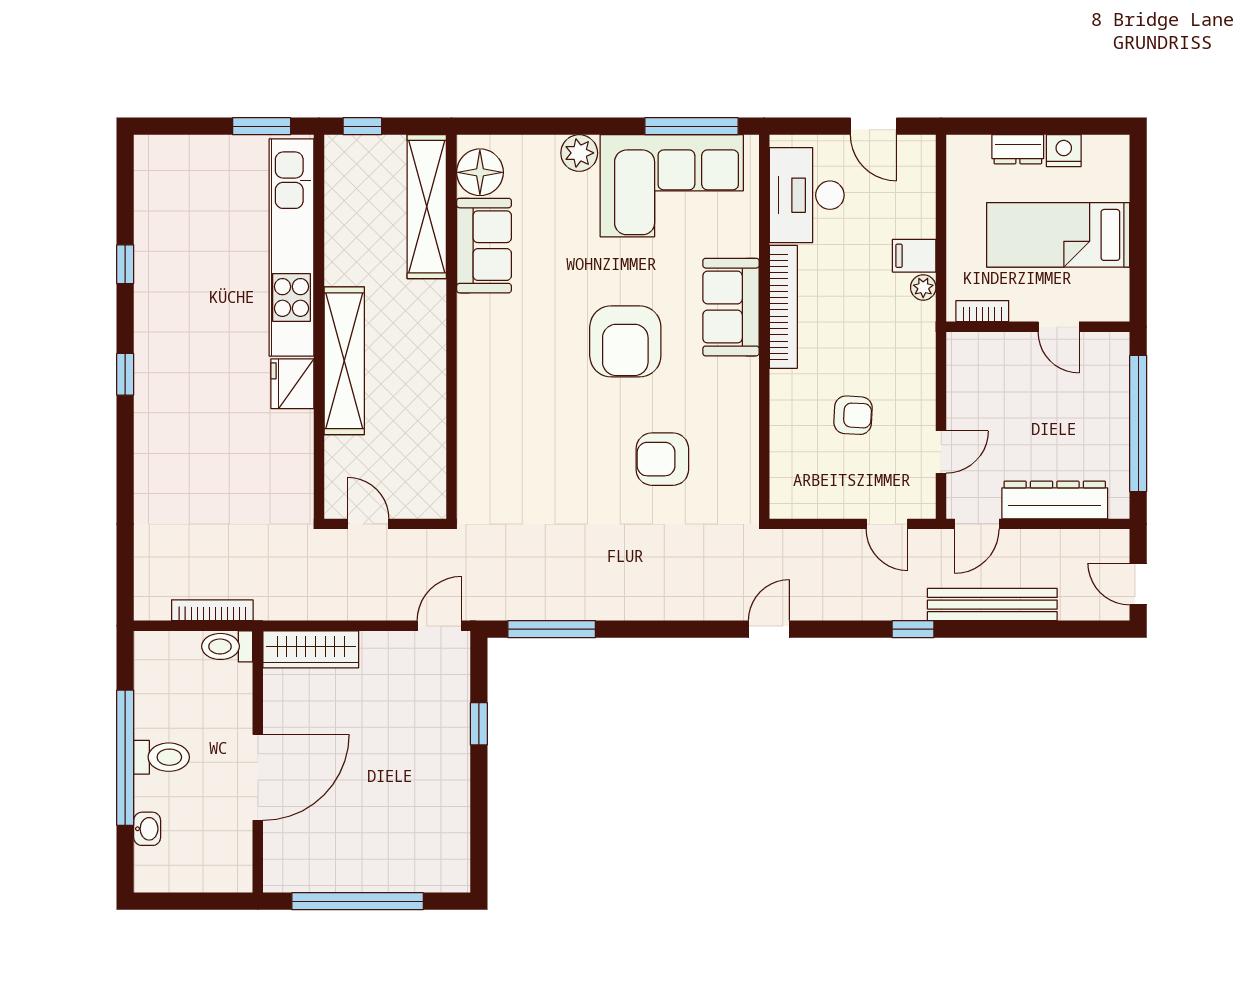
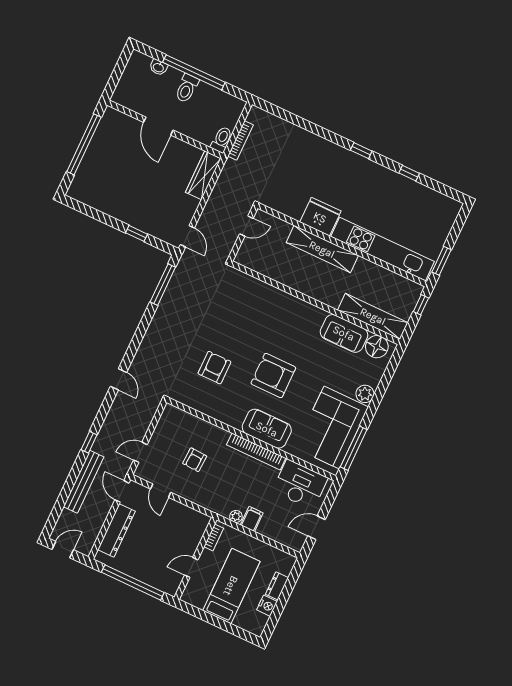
fridge: (292, 384) -> (320, 217), width x1.36, depth x1.34
door: (258, 777) -> (158, 126), width x0.73

